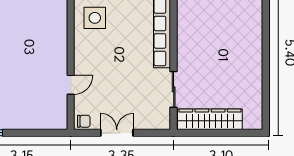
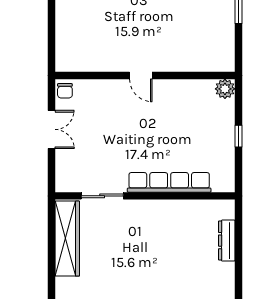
side table: (95, 18) -> (186, 104), removed
door: (71, 85) -> (141, 75), moved

